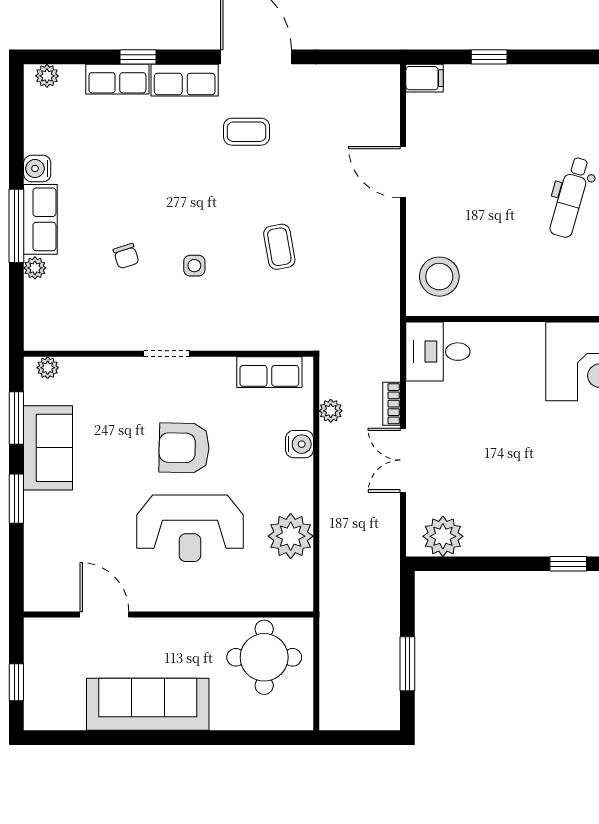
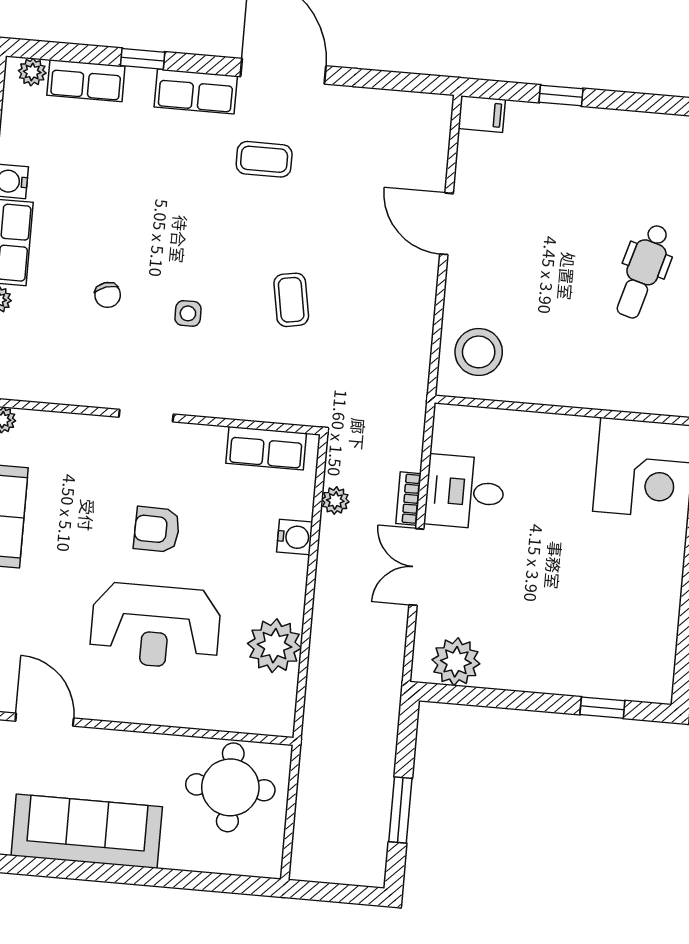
row of seats: (117, 79) -> (86, 81), moved
desk: (438, 352) -> (465, 492), moved
armchair: (184, 448) -> (157, 529), width x0.72, depth x0.72

